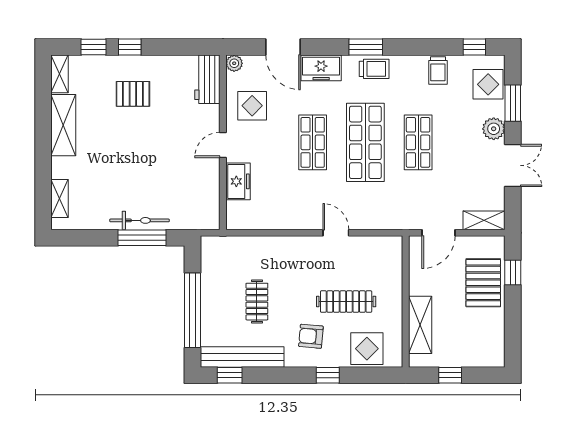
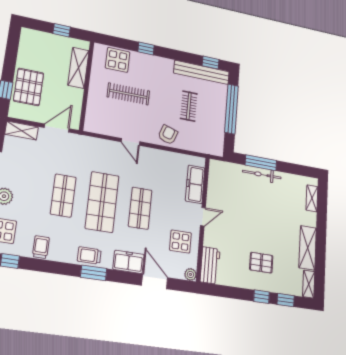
freezer: (238, 181) -> (195, 184), width x1.40
armchair: (311, 336) -> (168, 135), moved, turned -76

